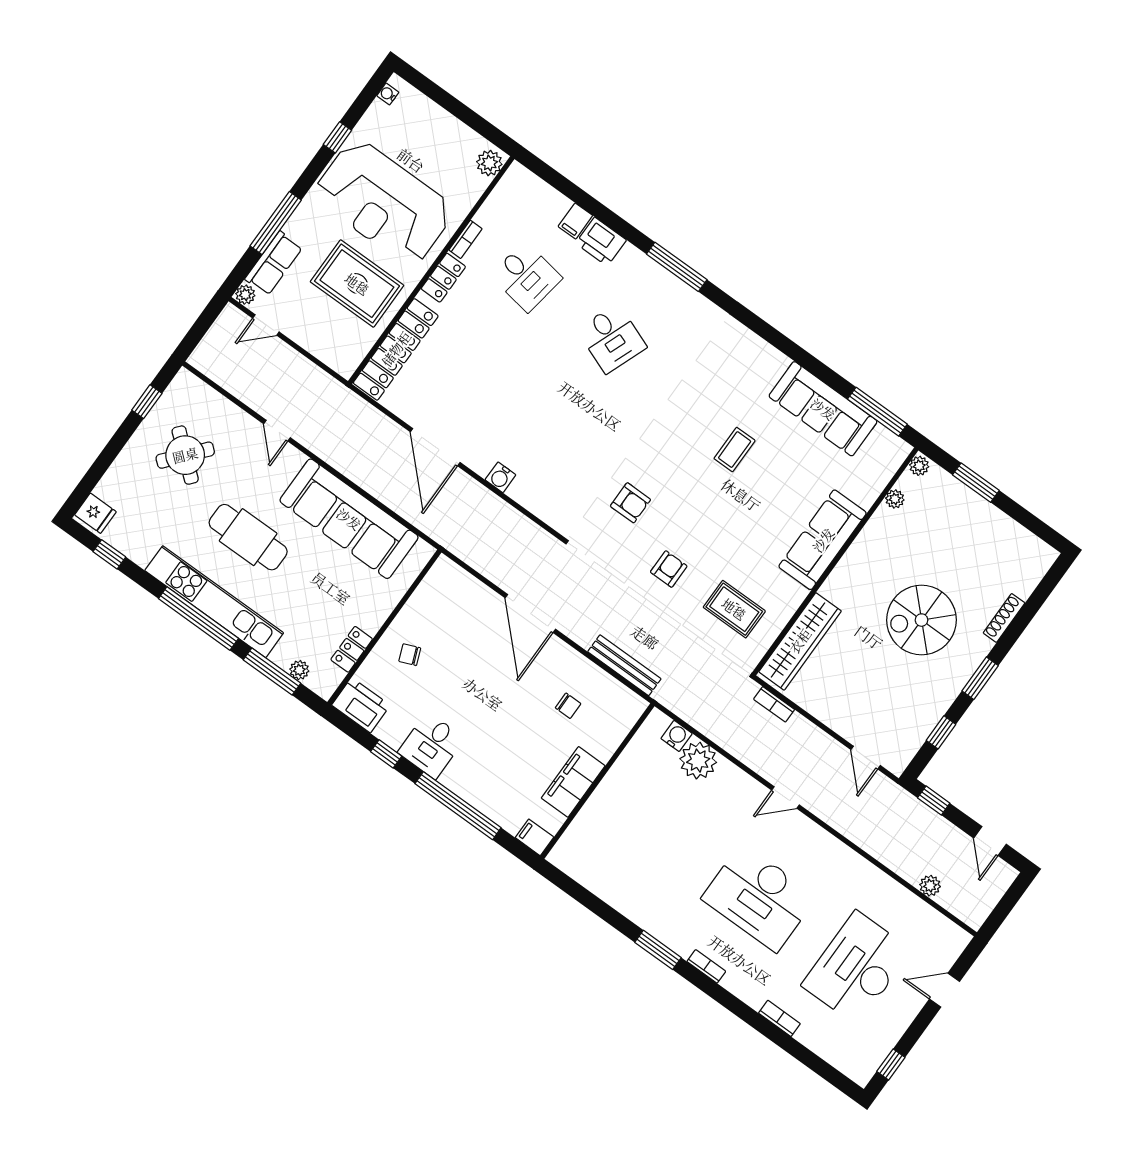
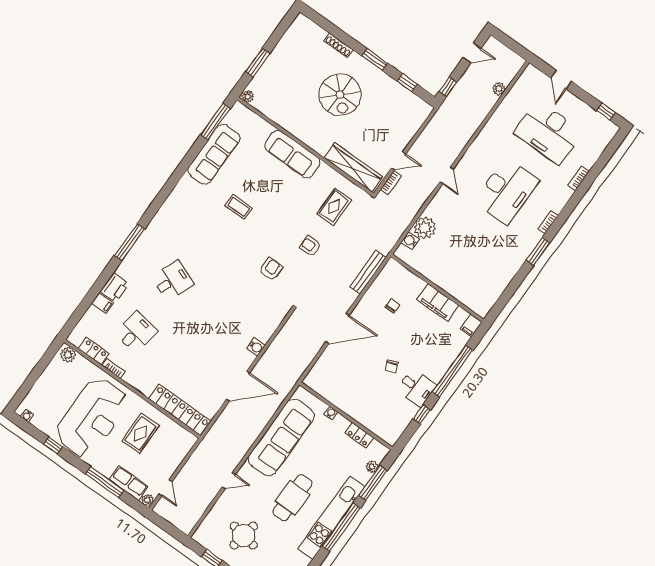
locker: (443, 278) -> (94, 351), moved
rug: (357, 284) -> (141, 433), width x0.73, depth x0.70
round table: (185, 455) -> (244, 536), turned -30
plant: (895, 499) -> (268, 111), removed
water cooler: (389, 602) -> (331, 413), added
chair: (410, 655) -> (391, 366), moved
printer: (361, 705) -> (393, 430), removed
door: (866, 758) -> (399, 161), moved

